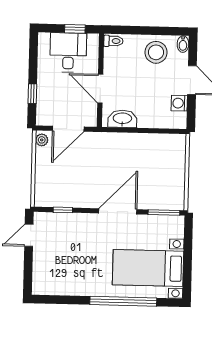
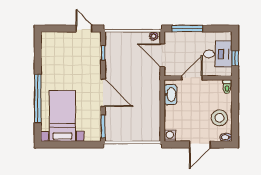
window: (32, 94) -> (187, 29), width x2.17
washing machine: (179, 103) -> (170, 136), moved

